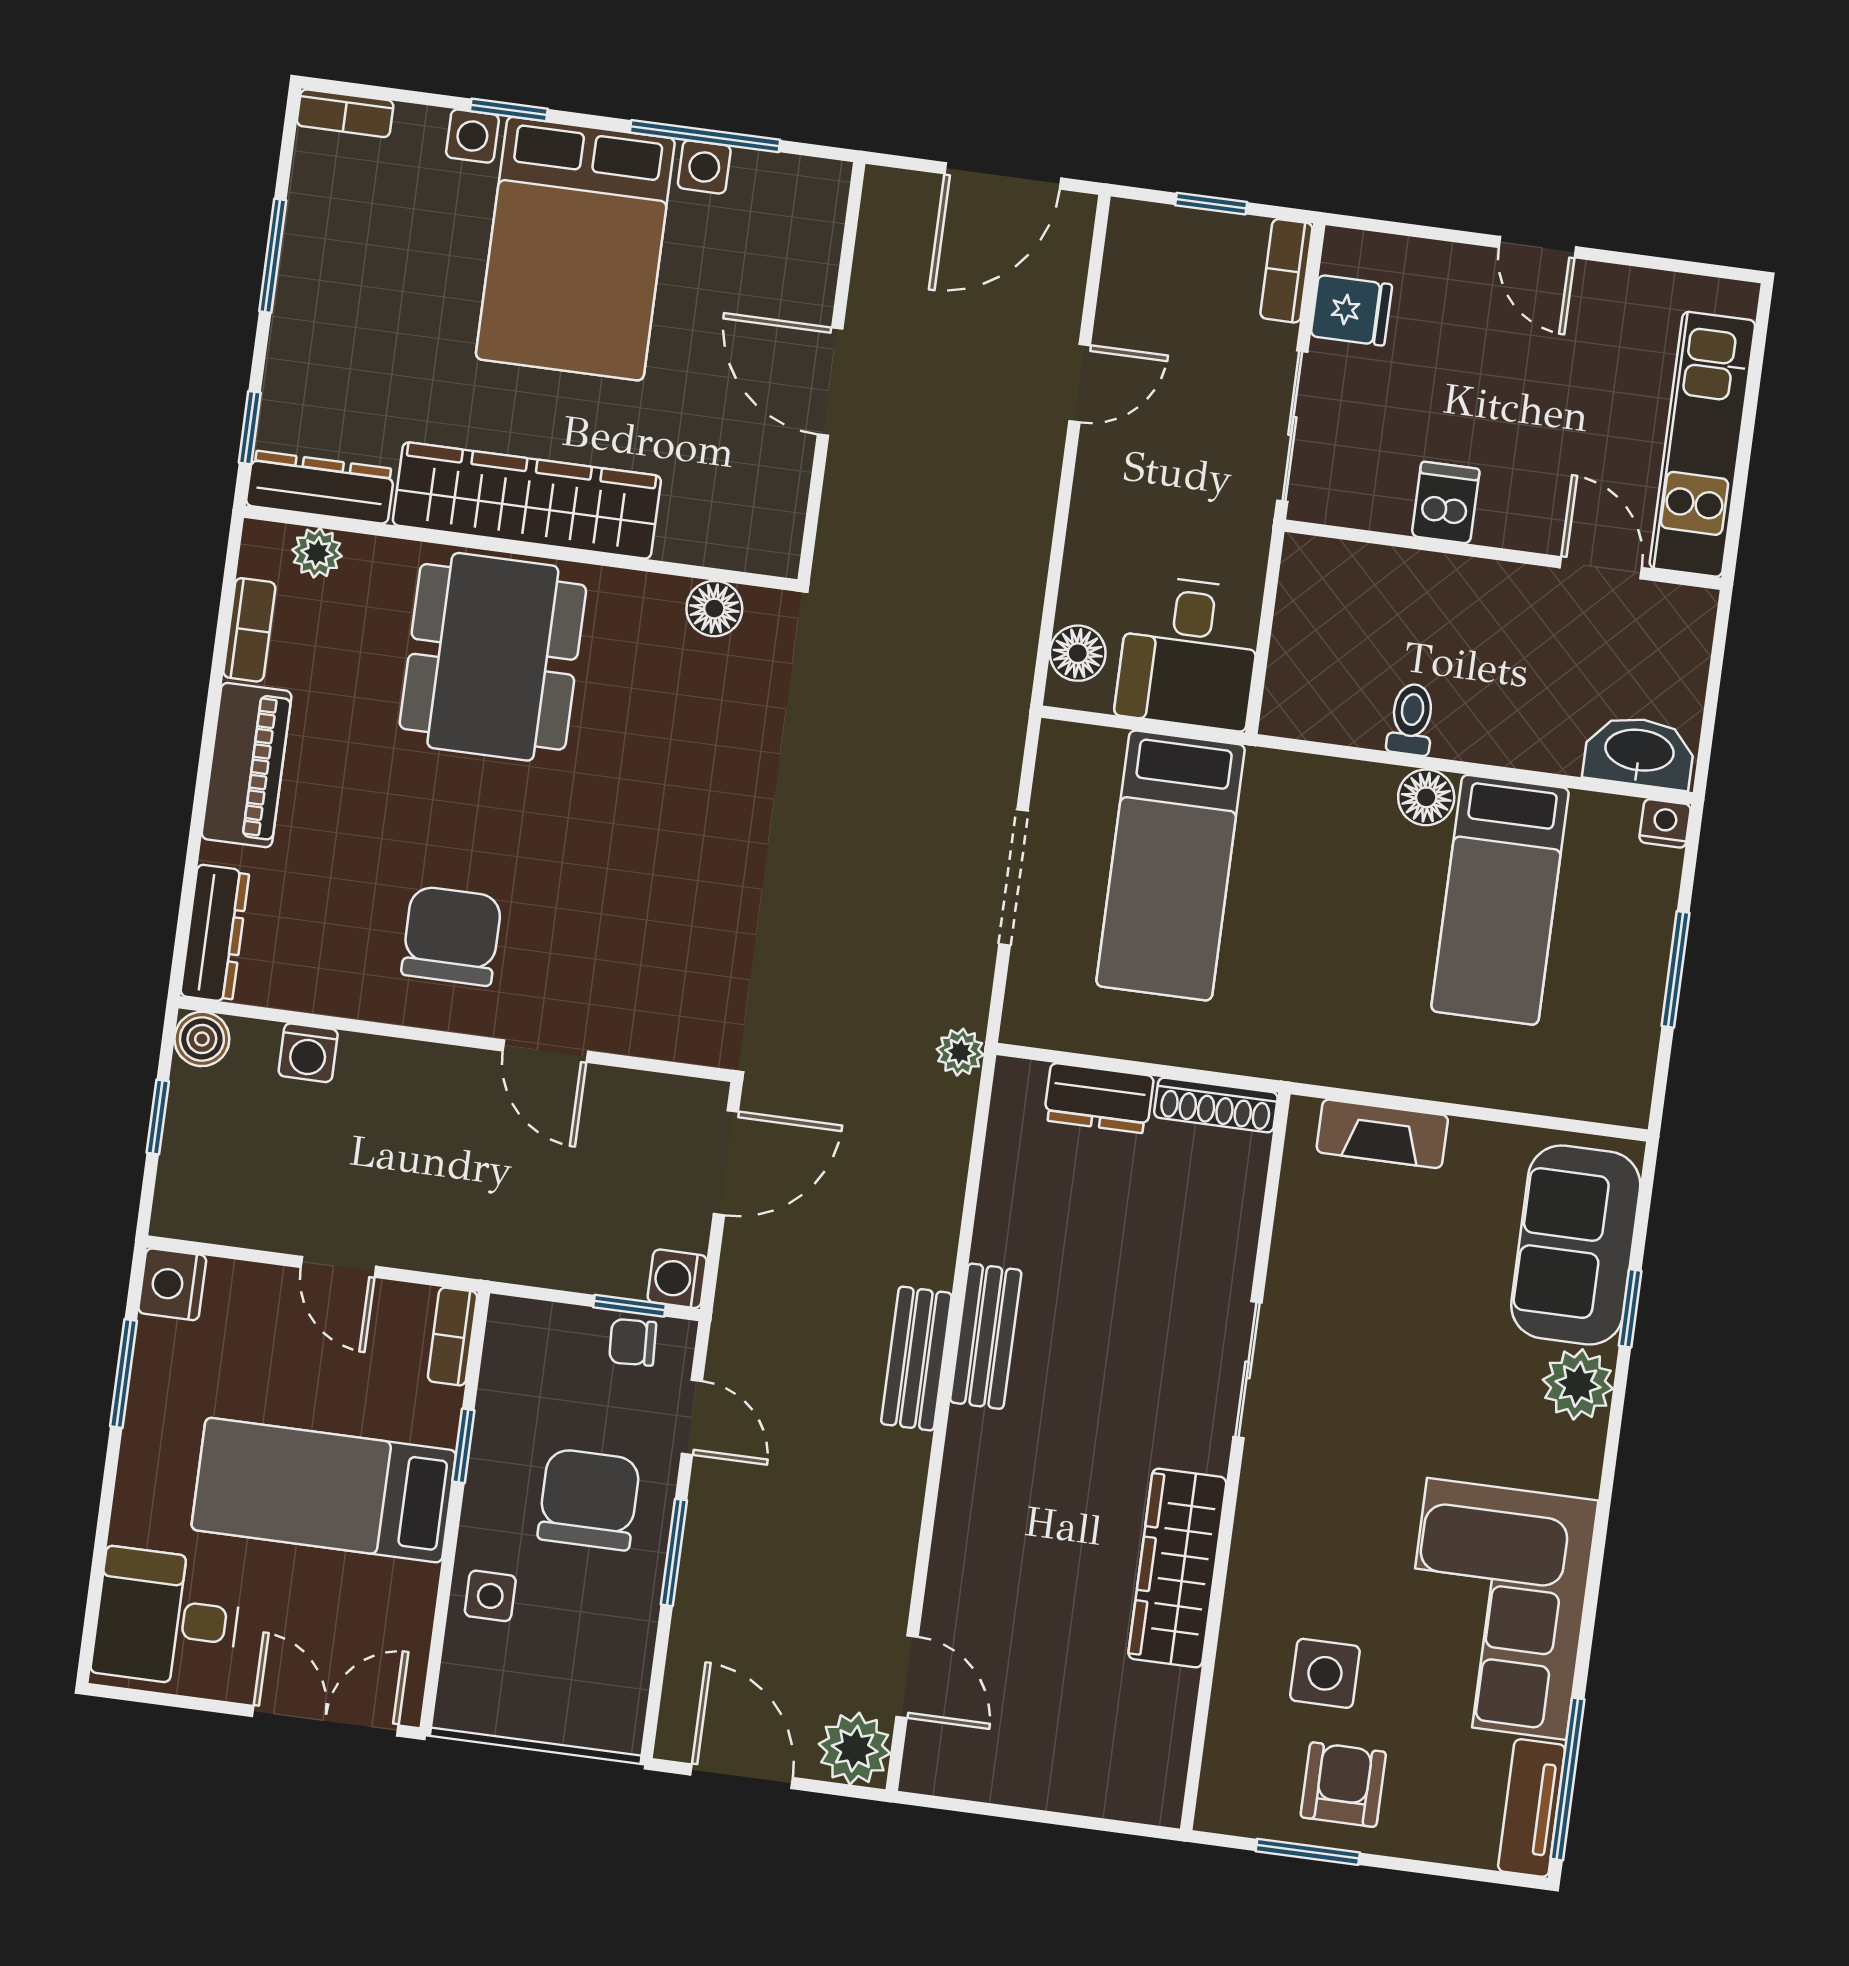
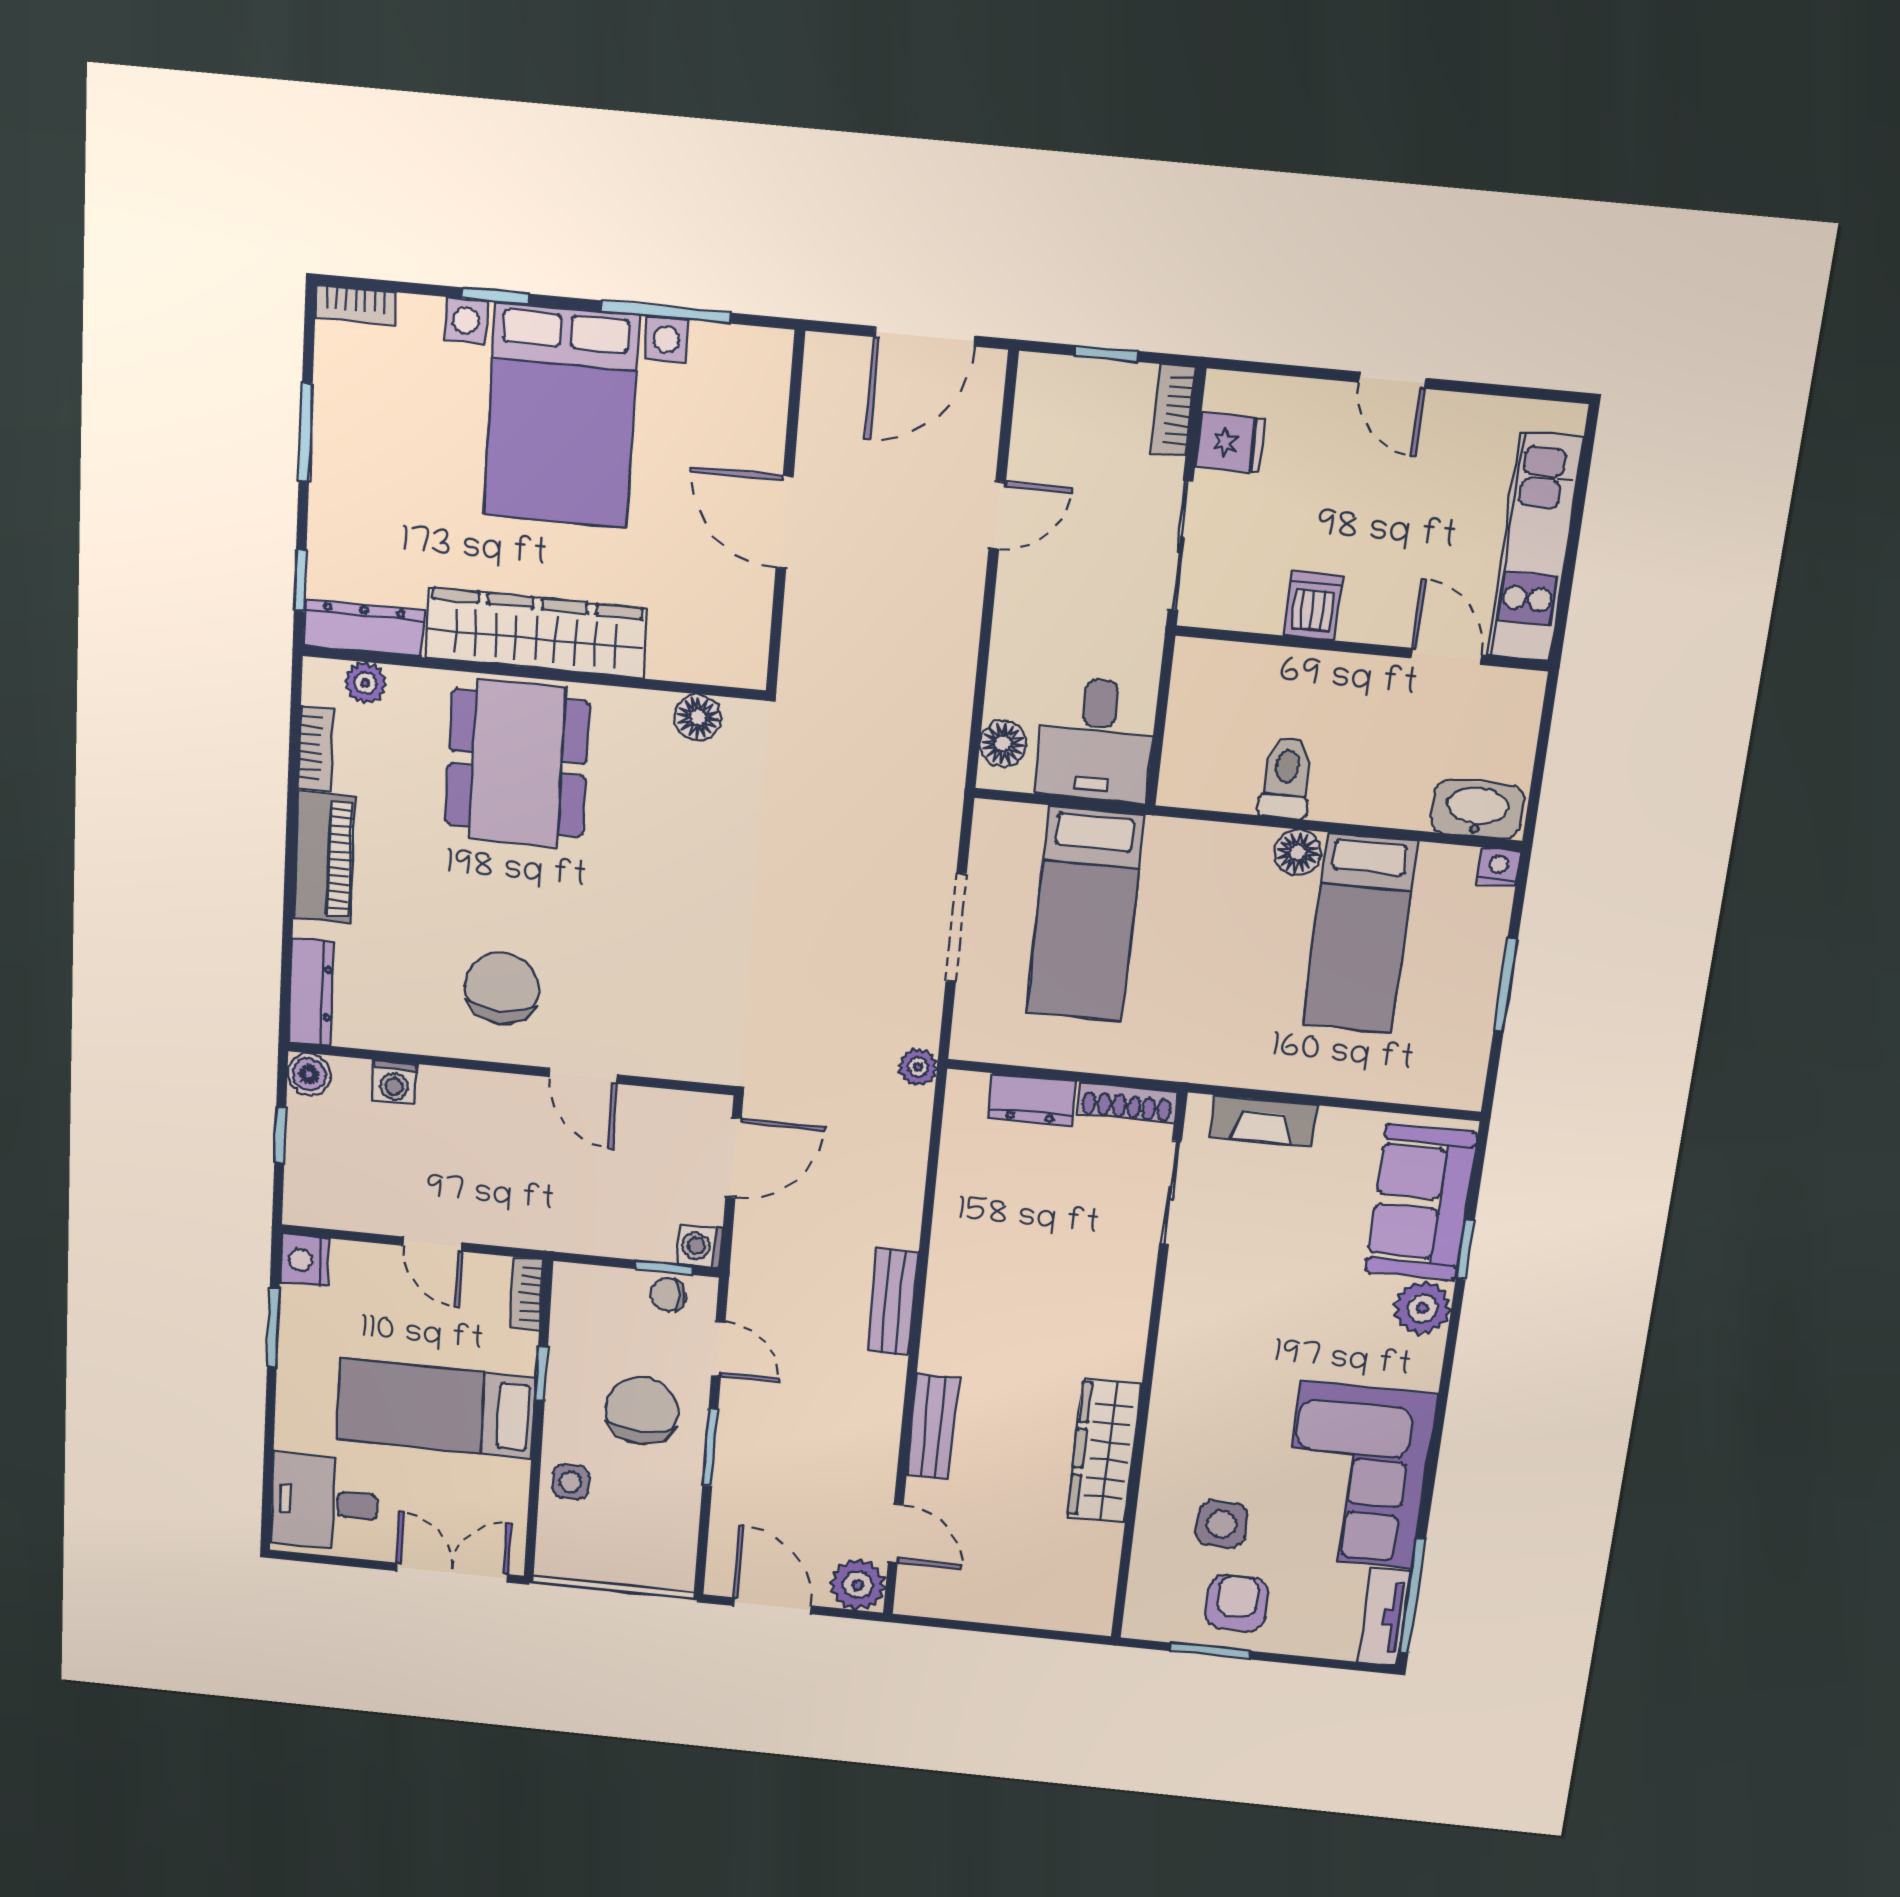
toilet: (1411, 719) -> (1286, 778), width x1.37, depth x1.39
bench: (986, 1336) -> (933, 1426), moved
sliding door: (1248, 1370) -> (1170, 1193), moved

